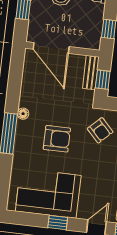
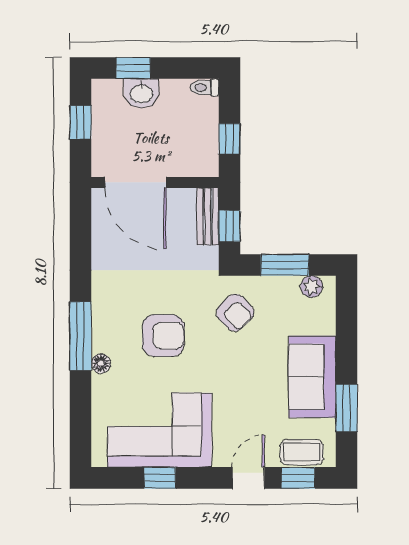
floor lamp: (23, 114) -> (101, 364), moved
window: (58, 223) -> (160, 478), moved

